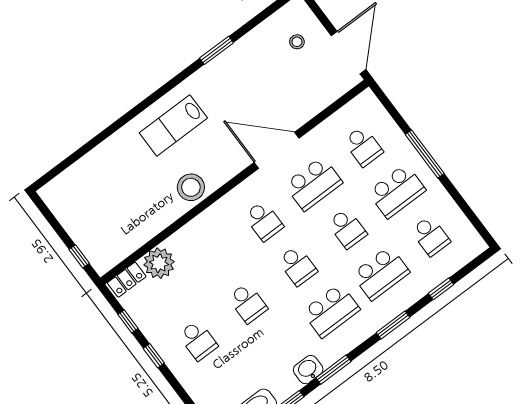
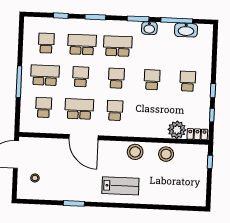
stool: (147, 218) -> (166, 154), added

